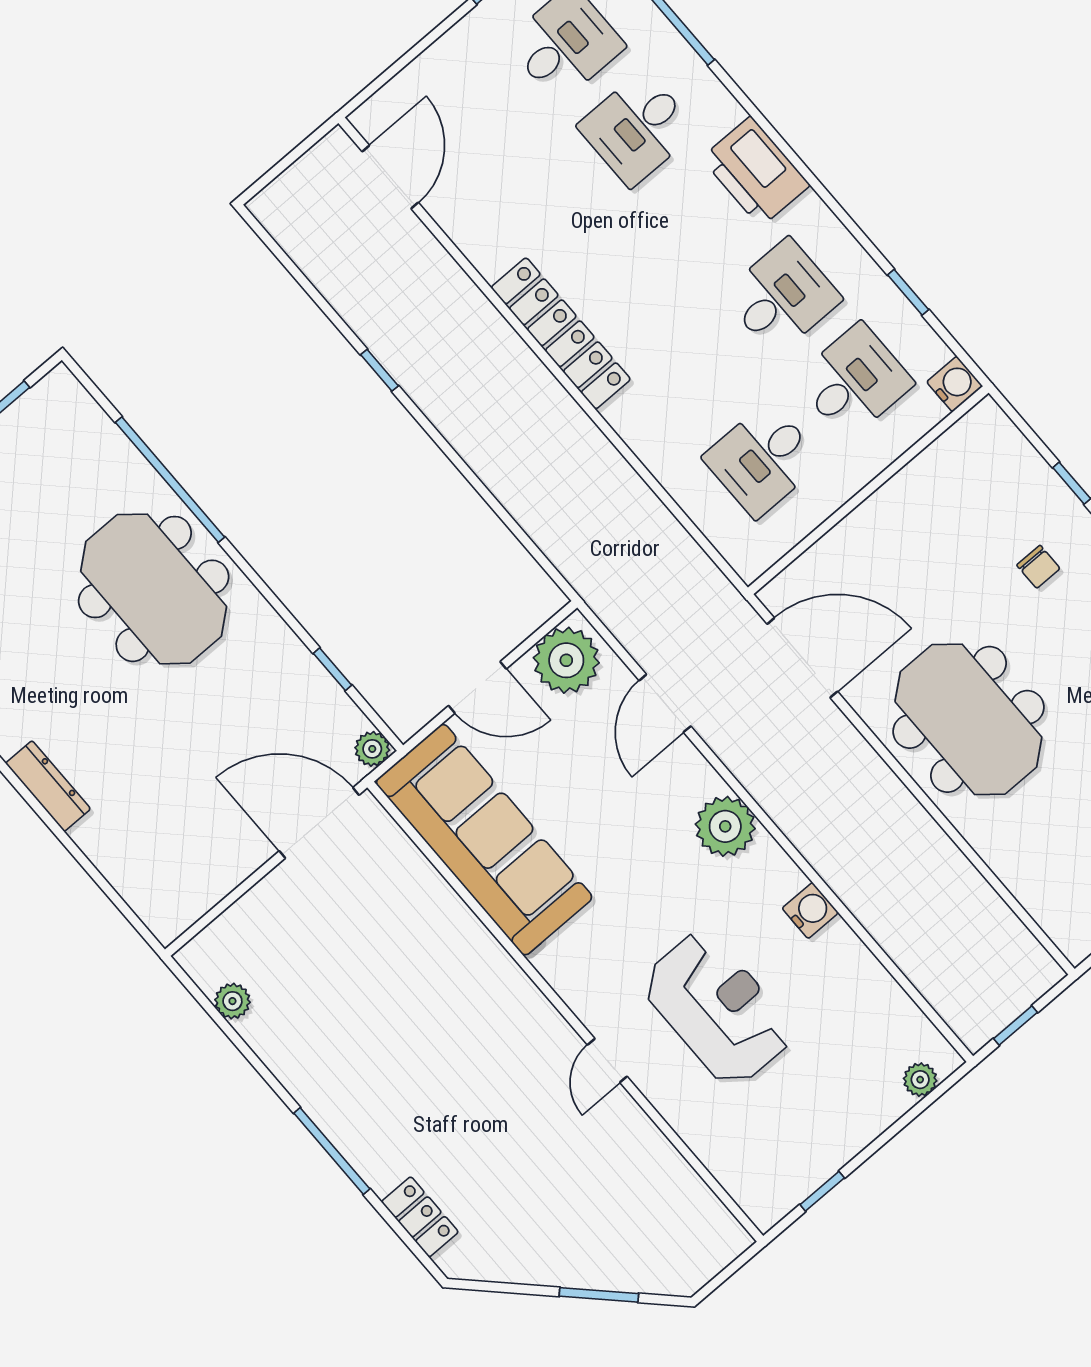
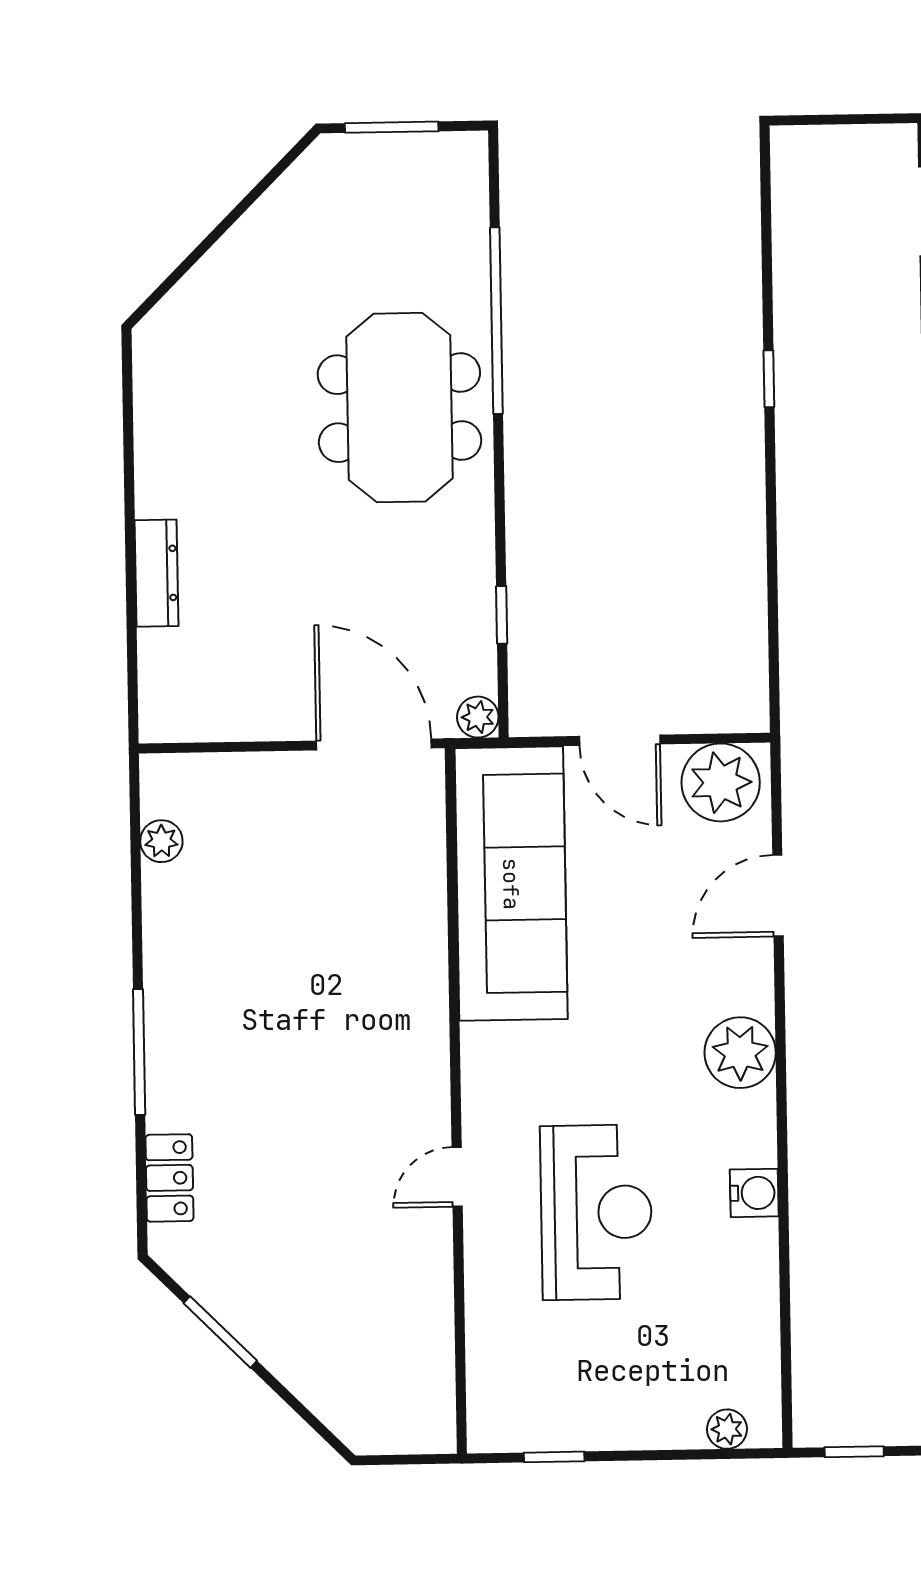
dresser: (48, 786) -> (157, 573), moved
window: (599, 1295) -> (220, 1332), moved

